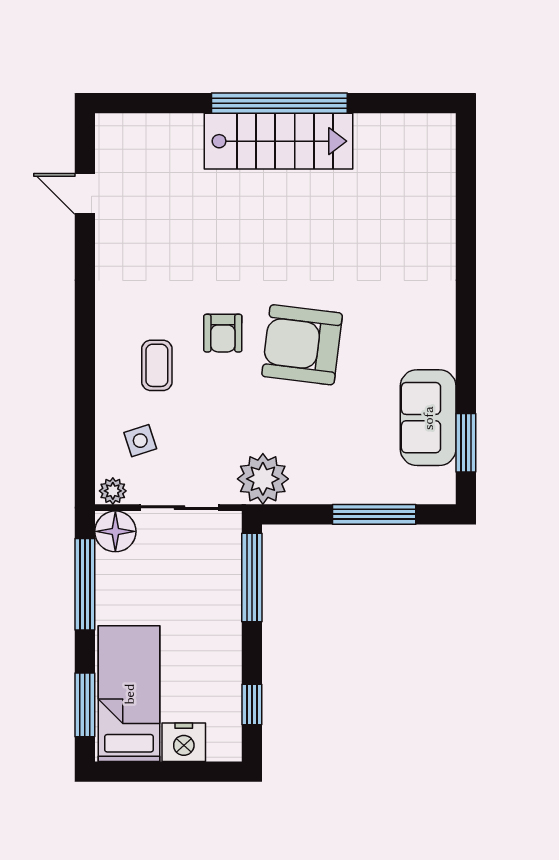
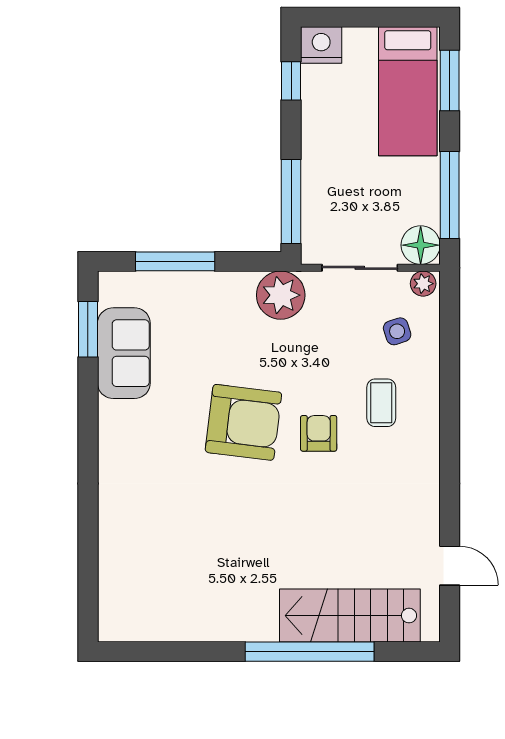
window: (279, 103) -> (310, 652), moved
stairs: (278, 141) -> (350, 616), moved
nightstand: (184, 742) -> (321, 45), moved

